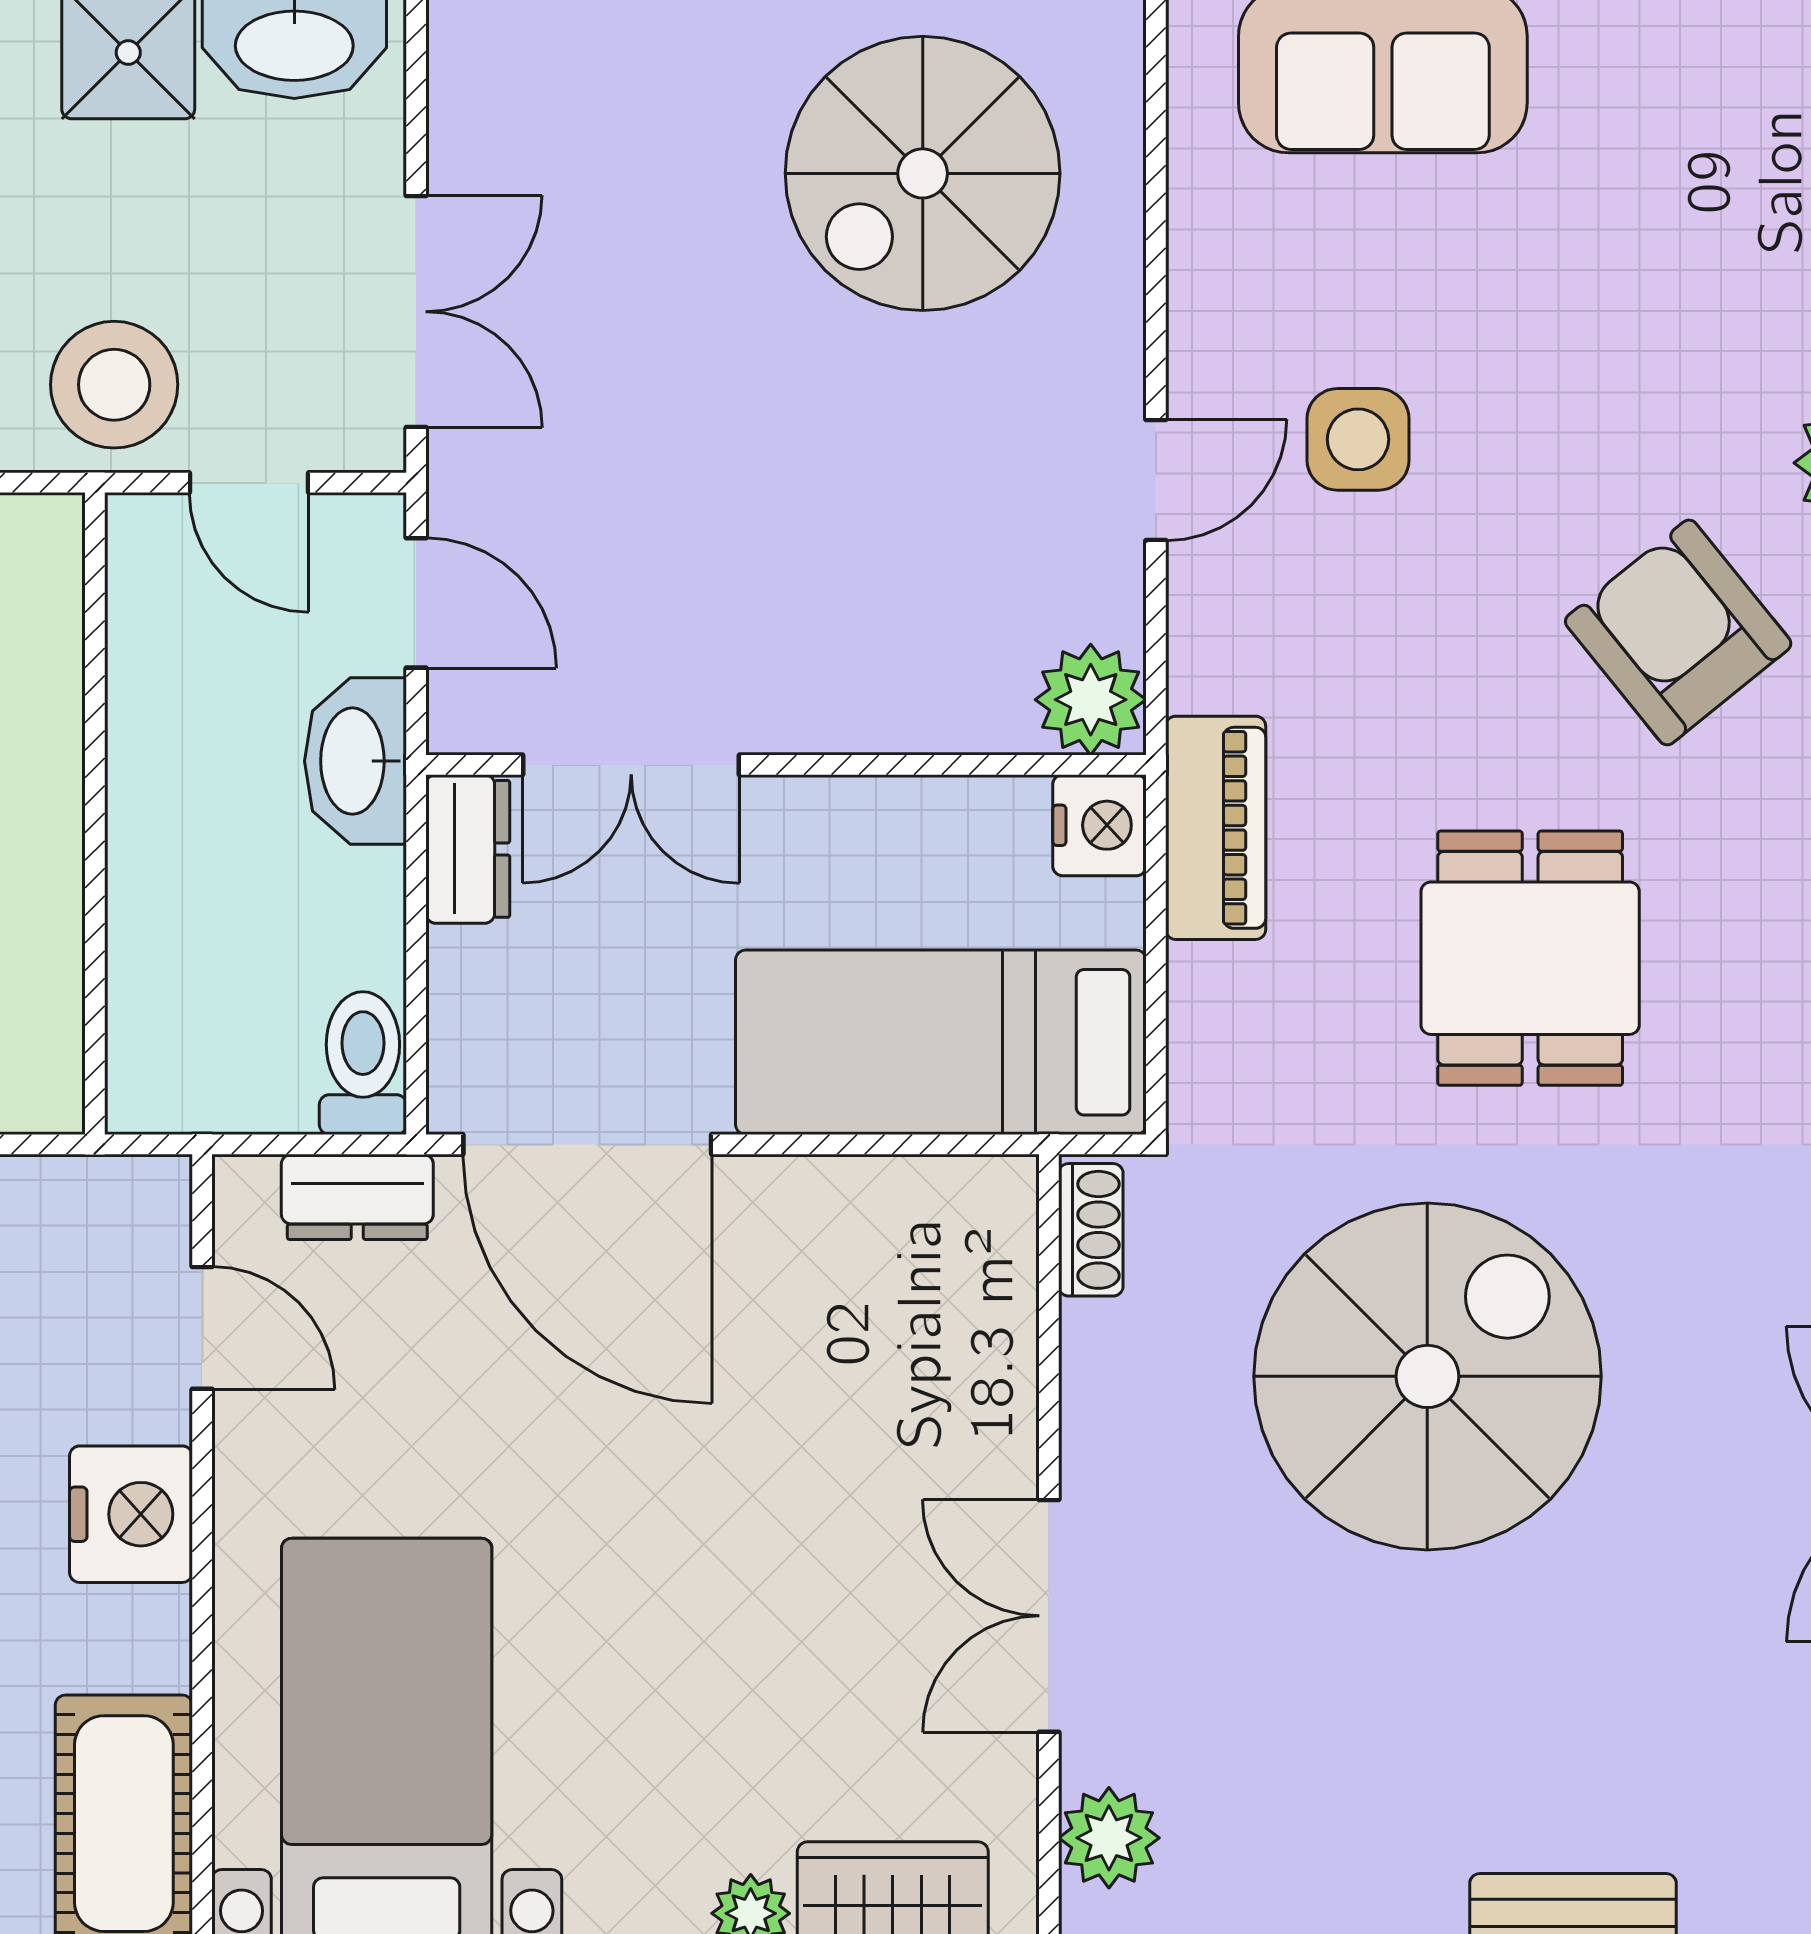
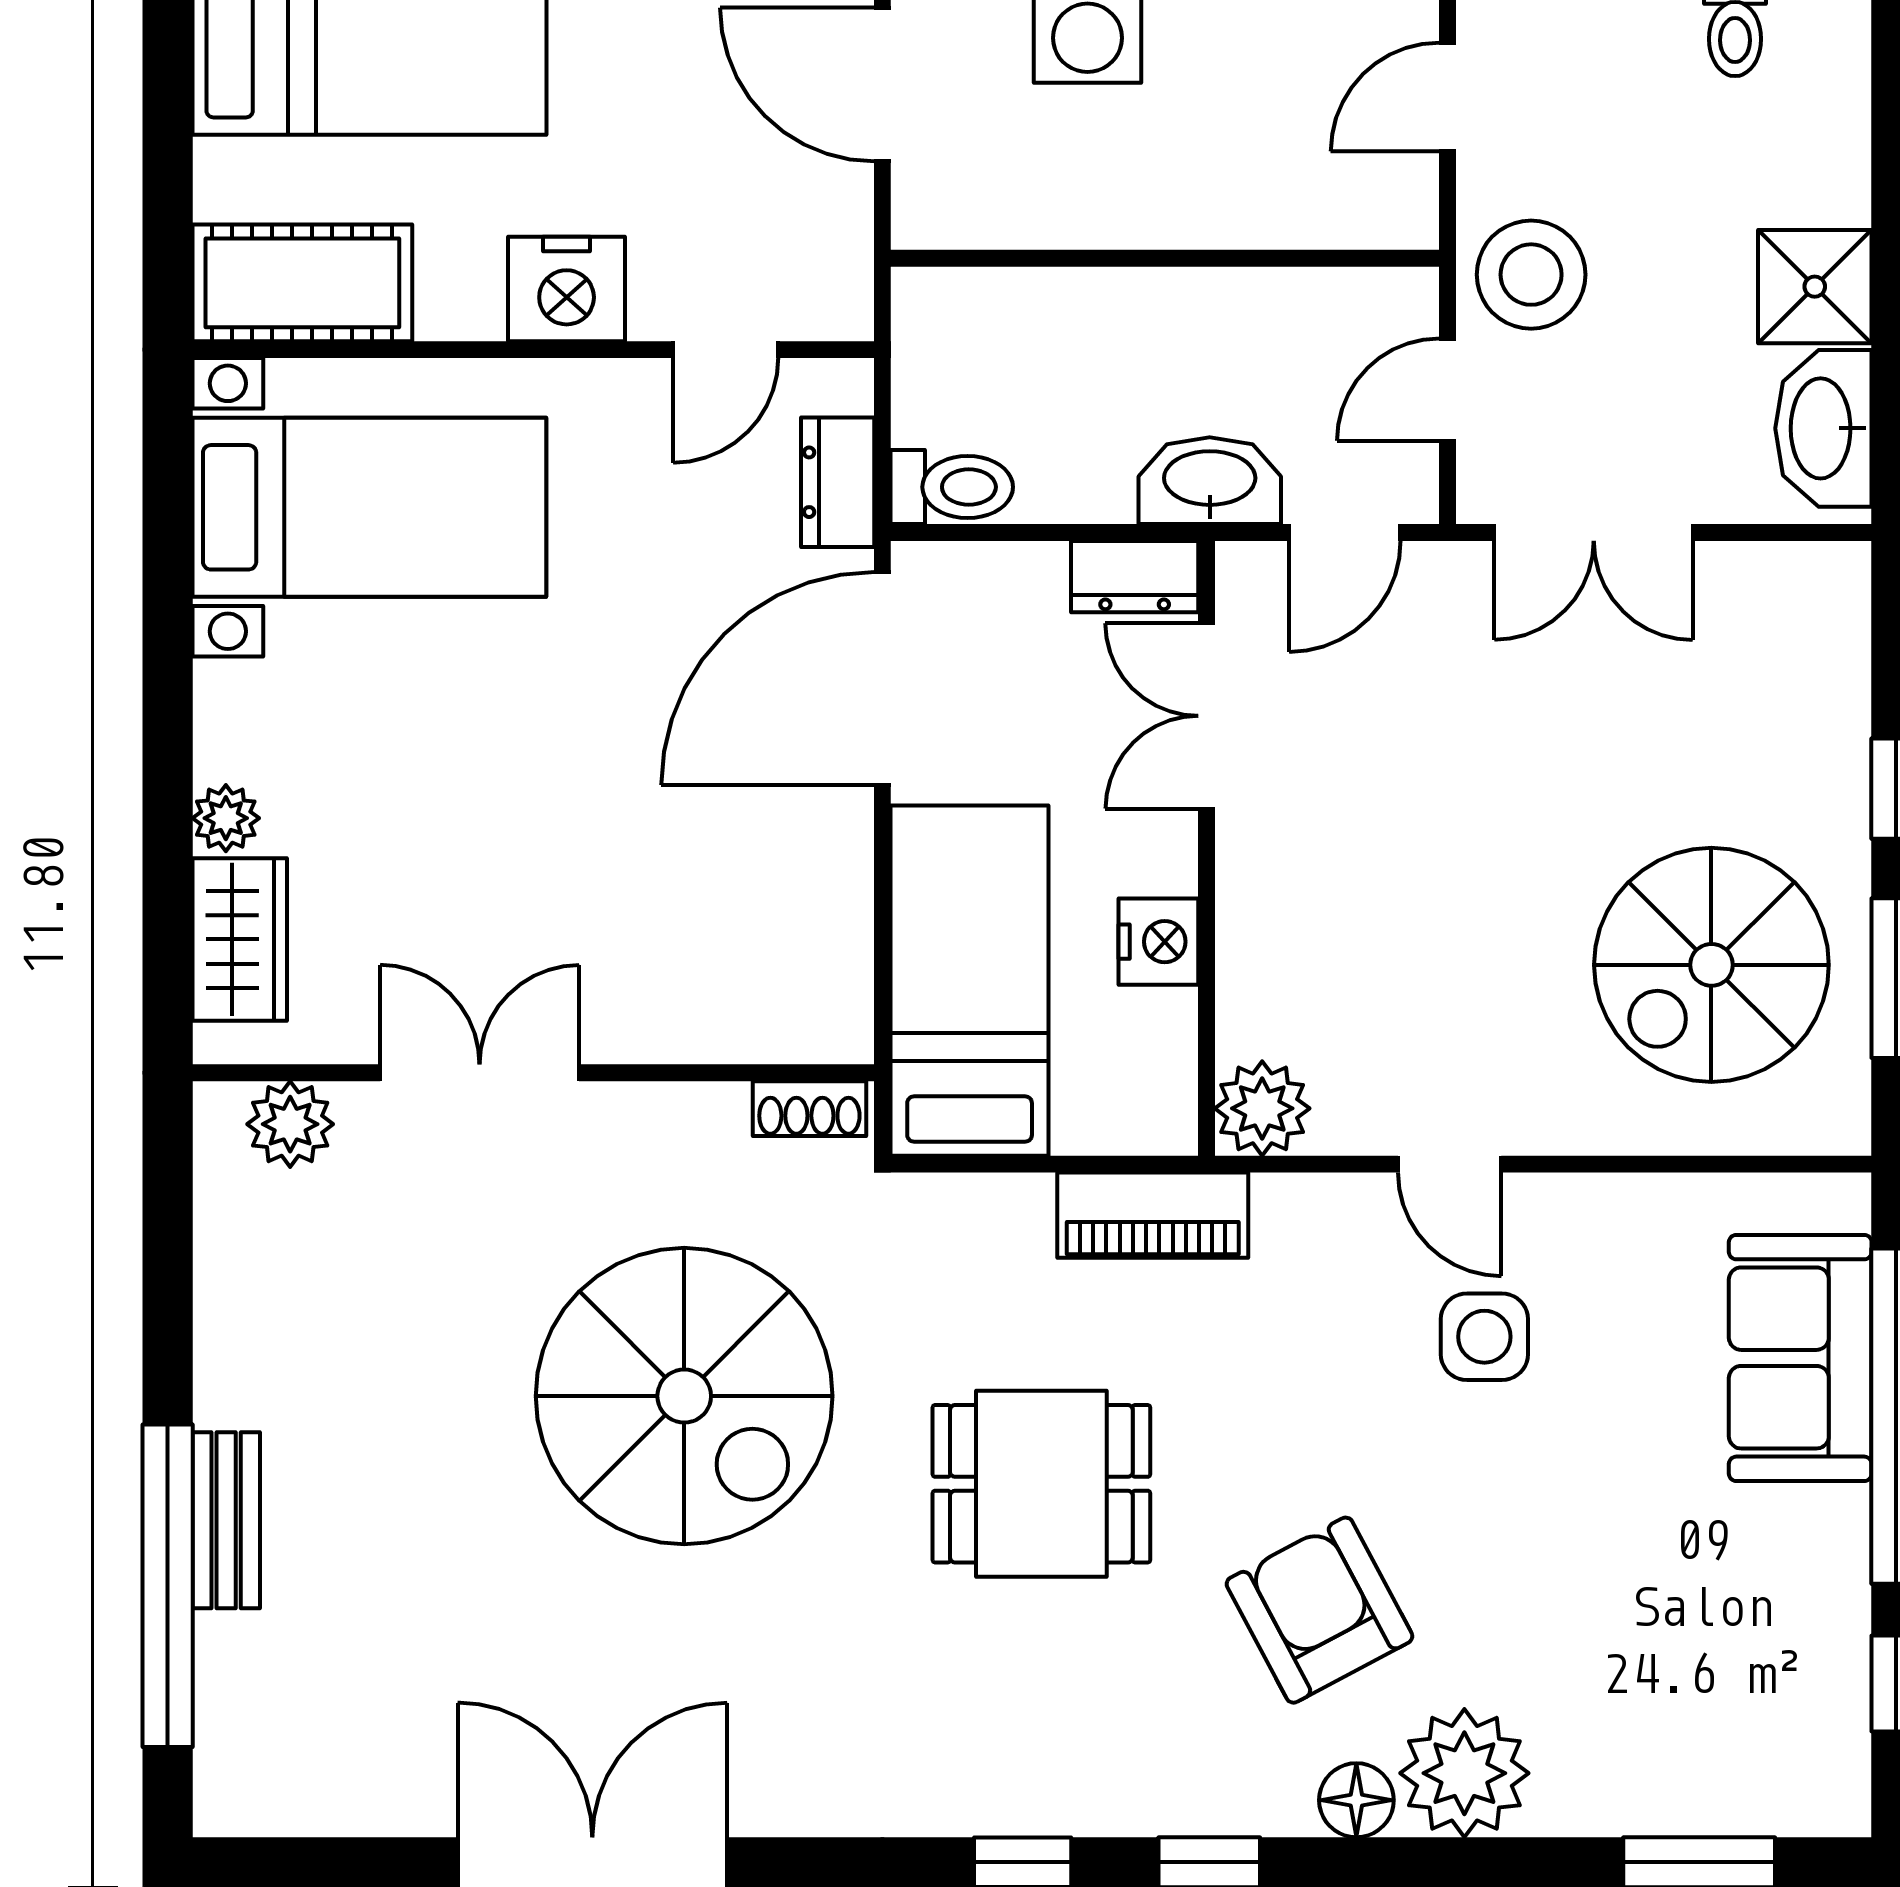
spiral stairs: (923, 173) -> (1711, 965), turned -90
armchair: (1678, 632) -> (1319, 1610), turned -79
nightstand: (1100, 825) -> (1158, 942), moved, turned -90

